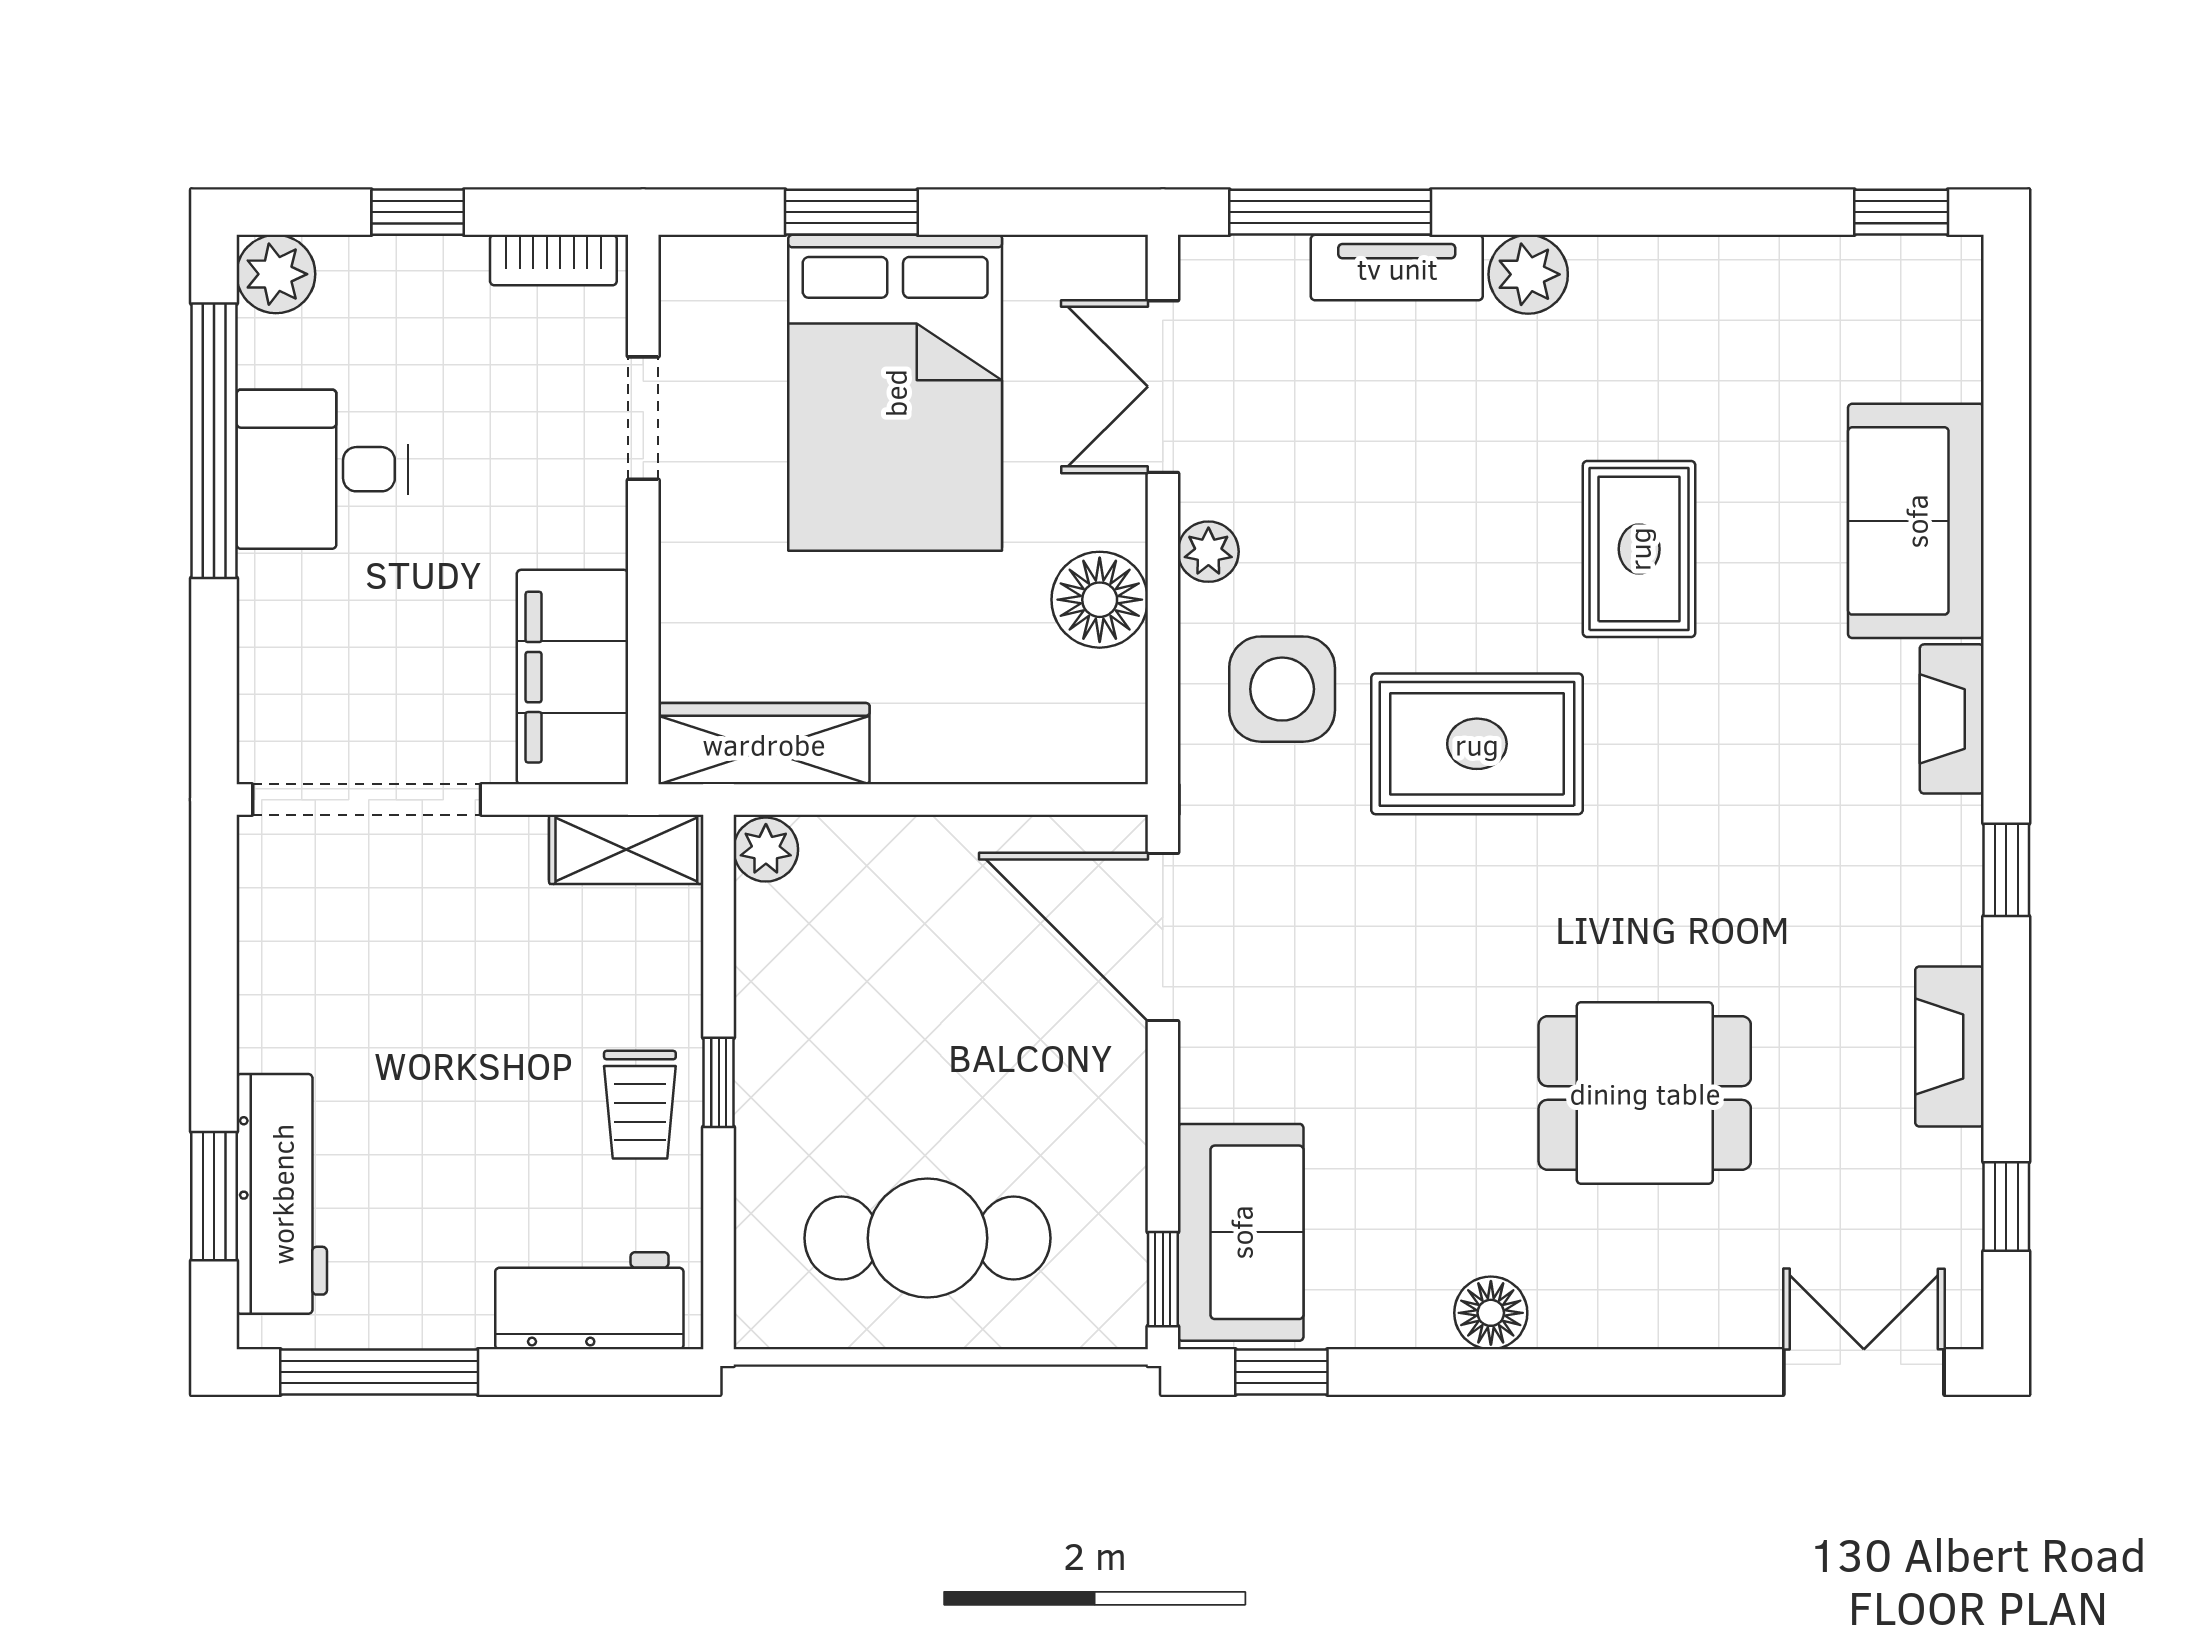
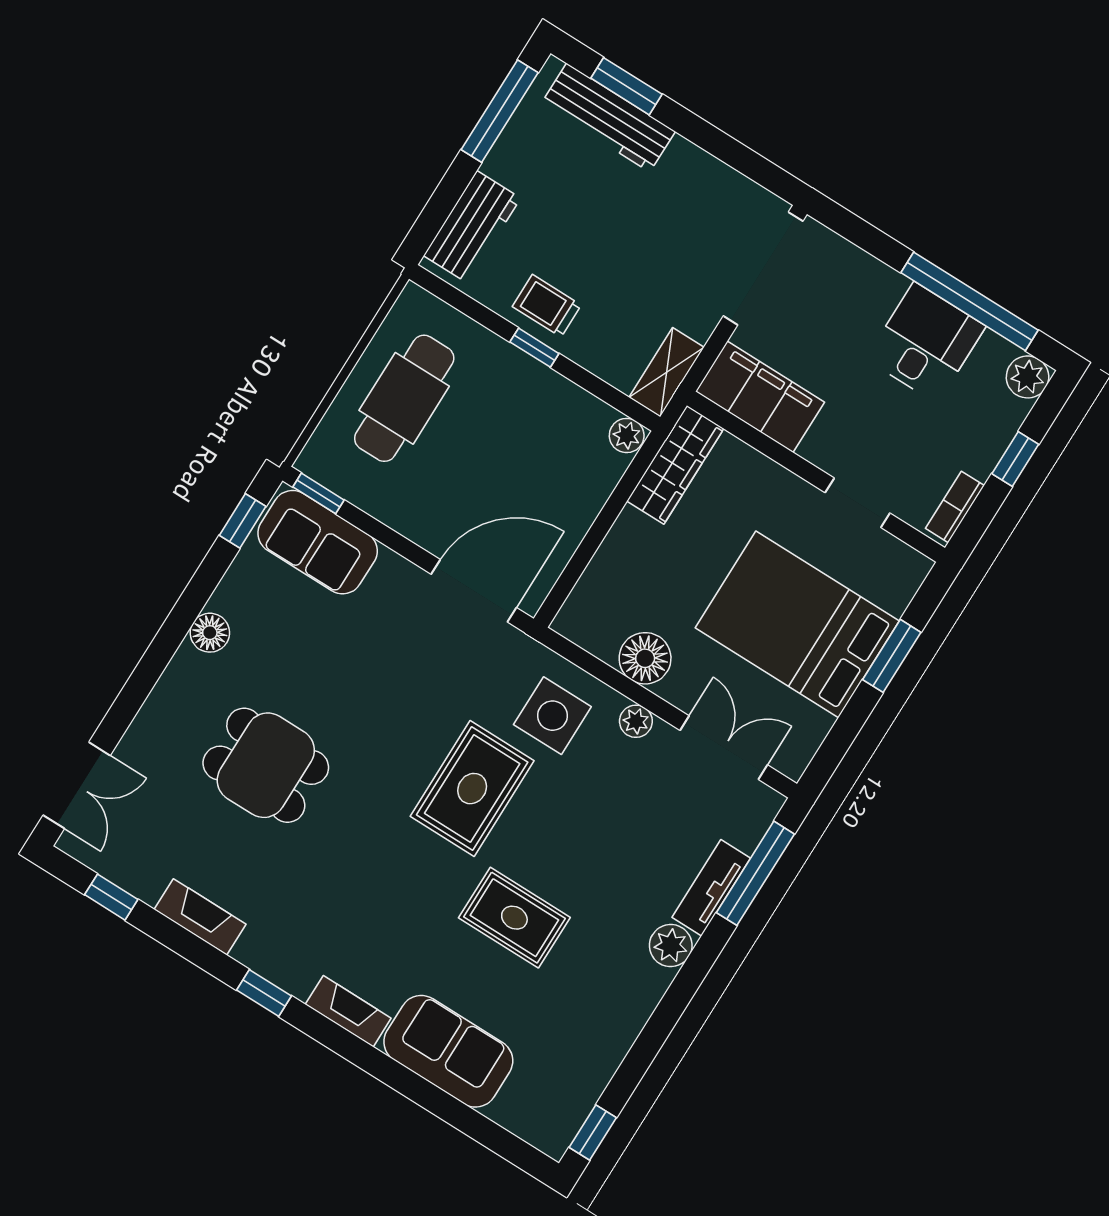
dining table: (1645, 1093) -> (266, 765), turned 90

